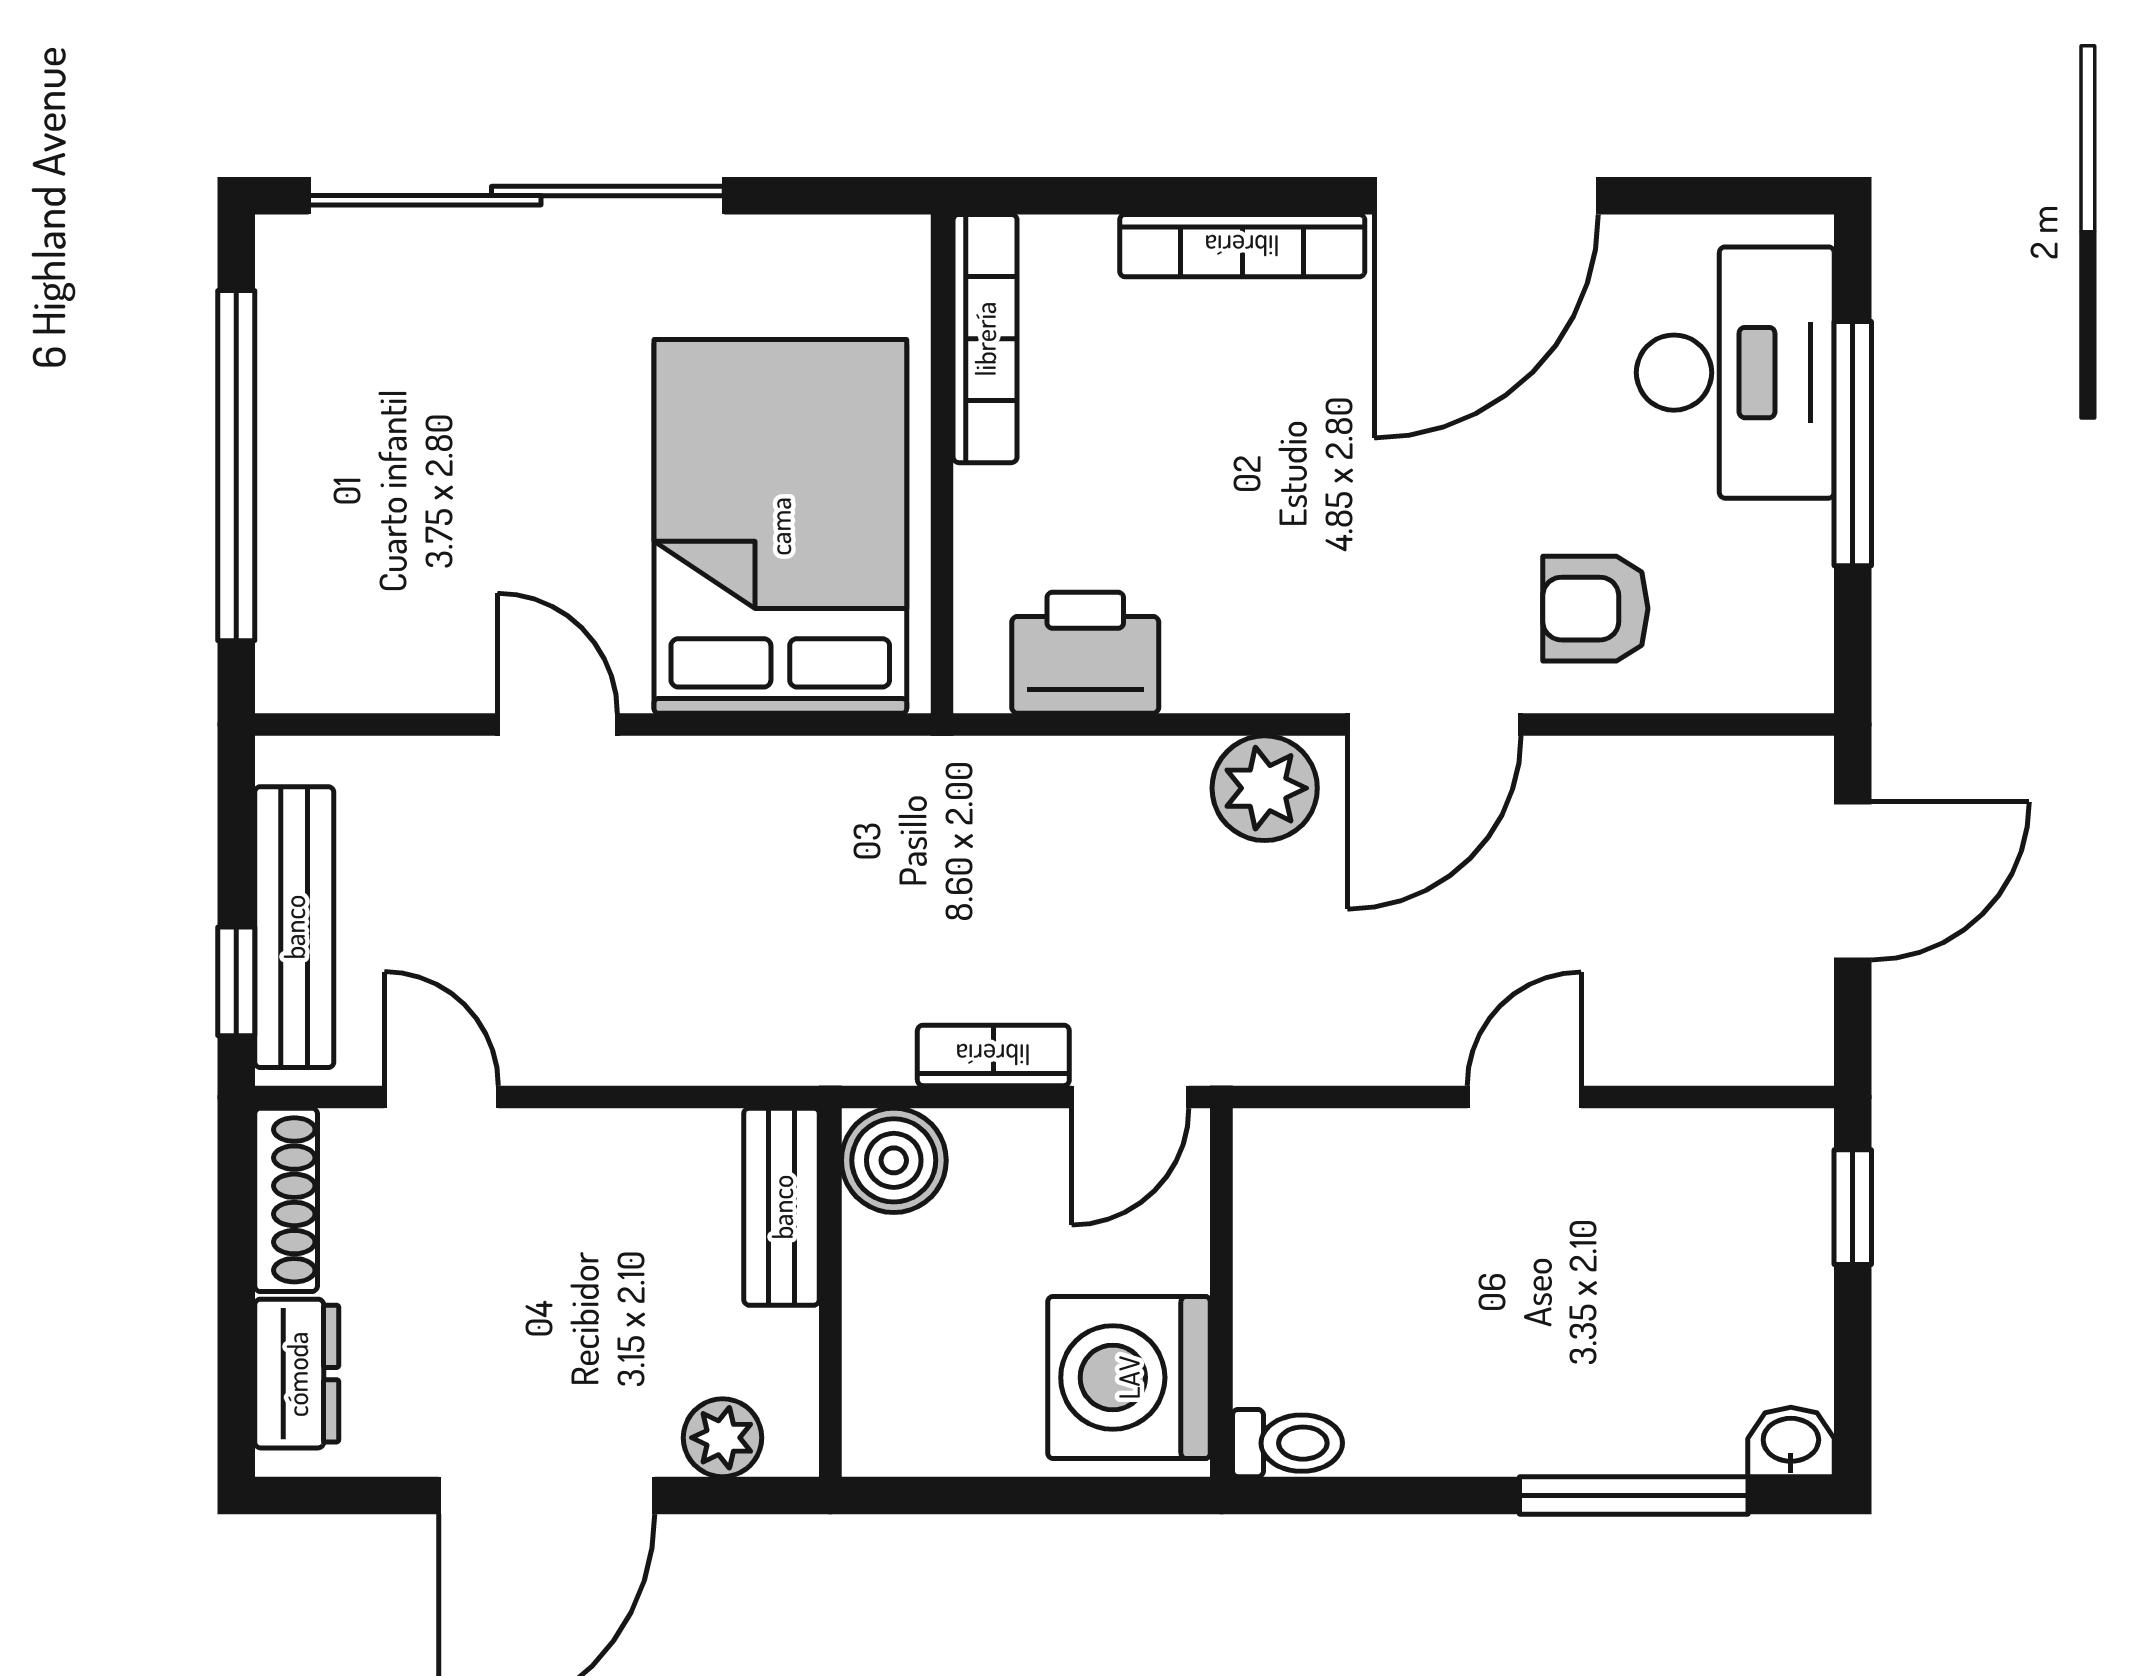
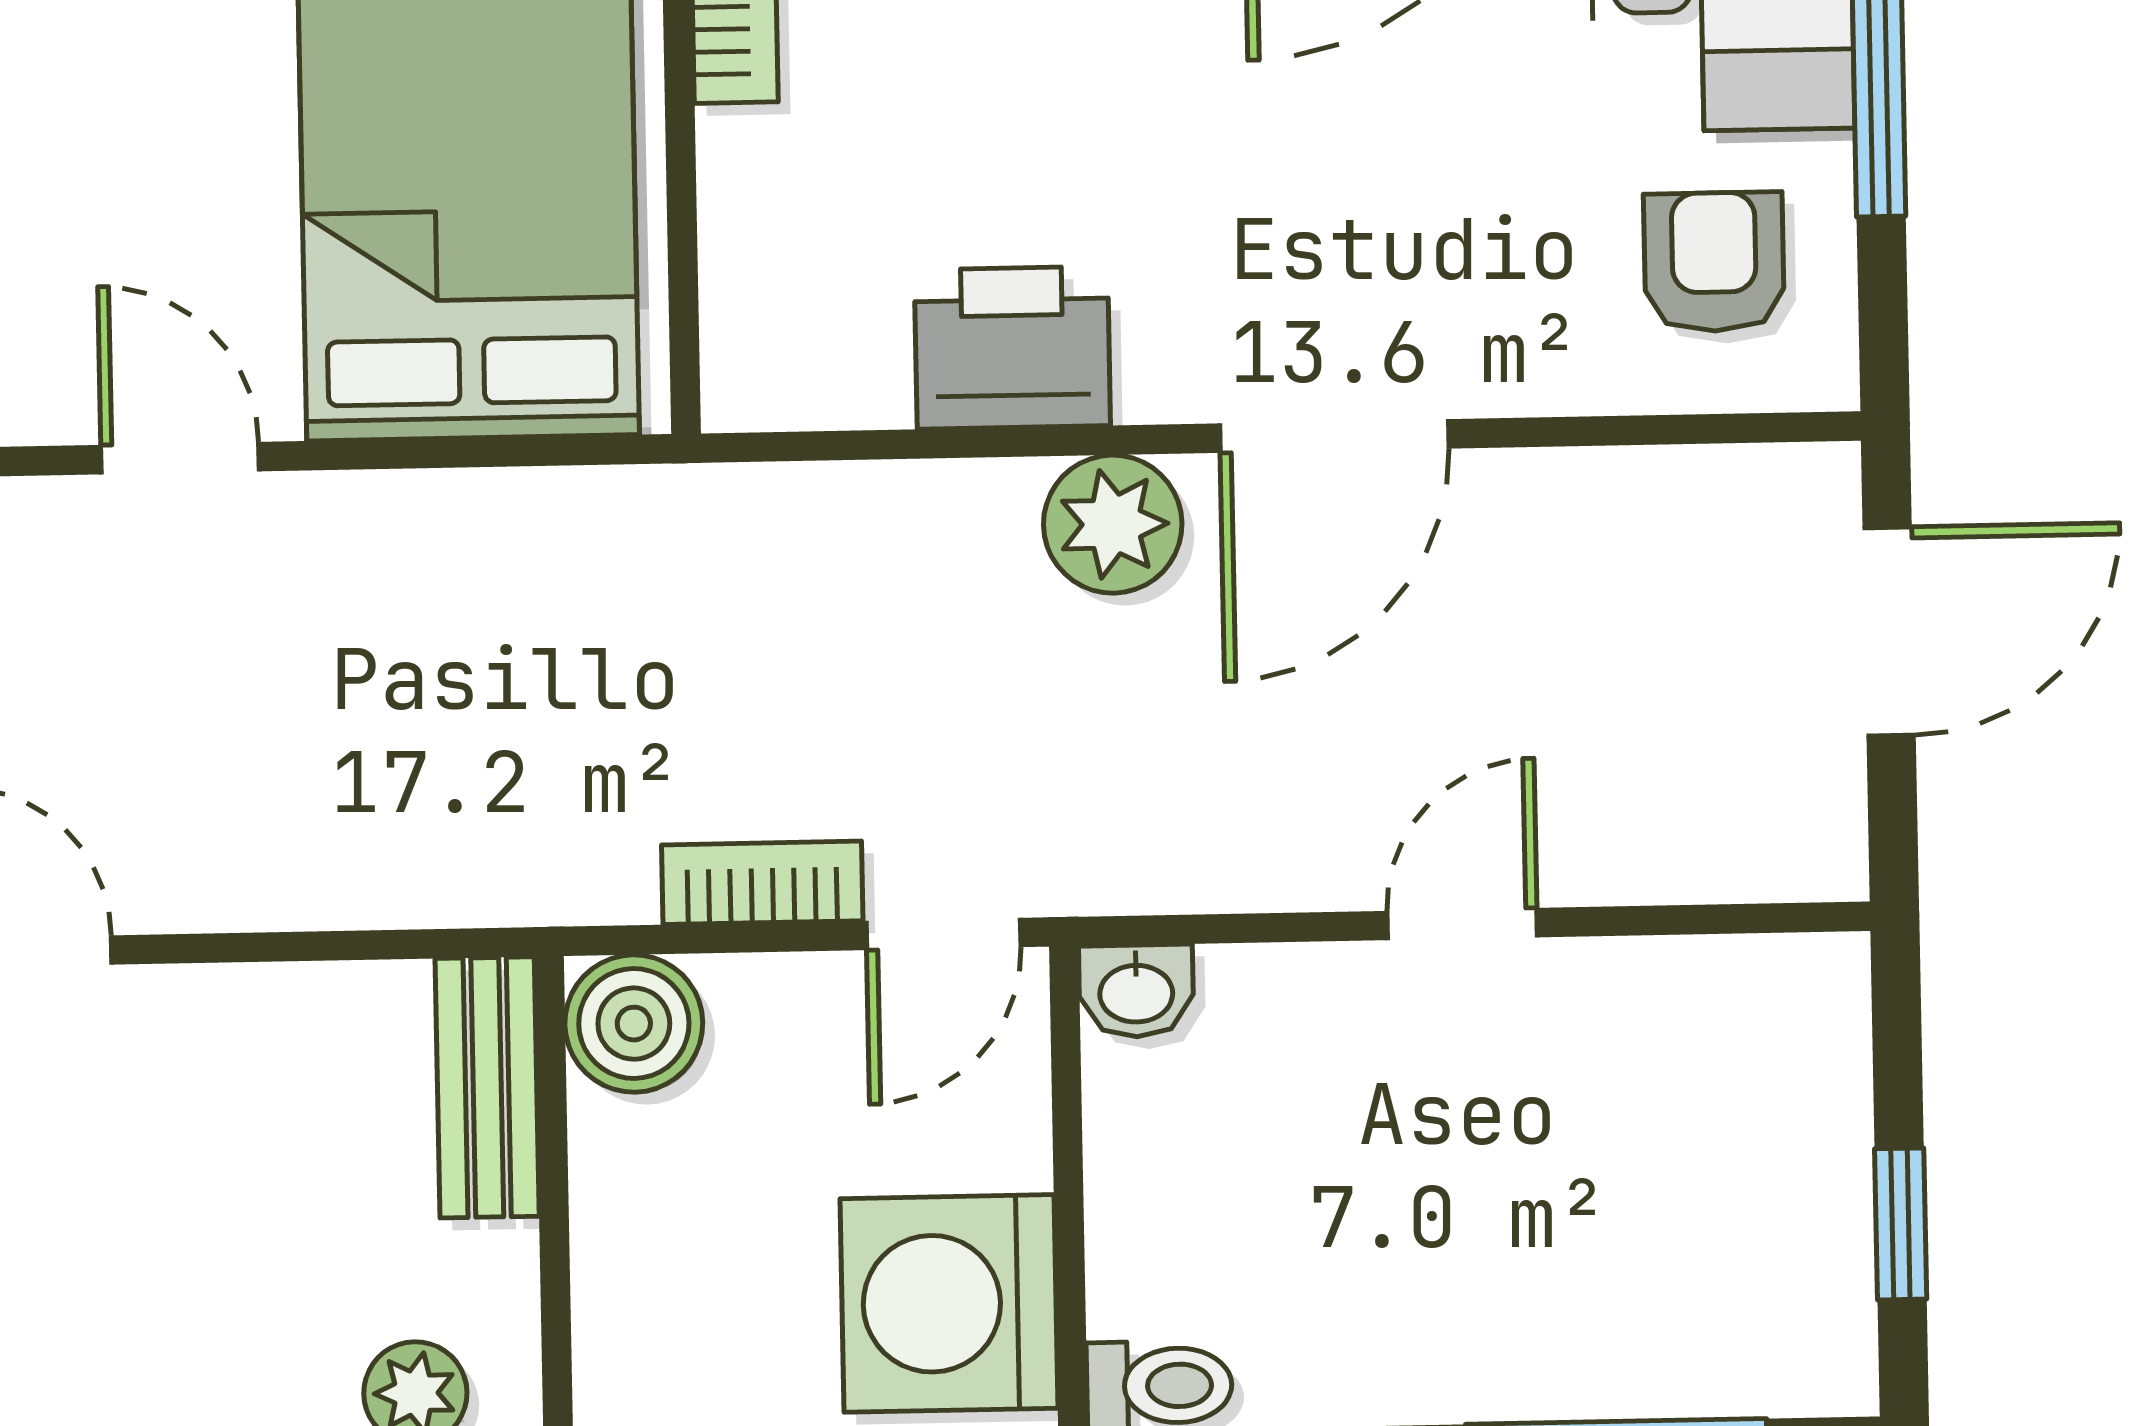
armchair: (1595, 609) -> (1714, 262), moved, turned 90
printer: (1085, 653) -> (1012, 348), moved
window: (1853, 1207) -> (1901, 1224), moved
washbasin: (1791, 1442) -> (1136, 991), moved, turned 180

